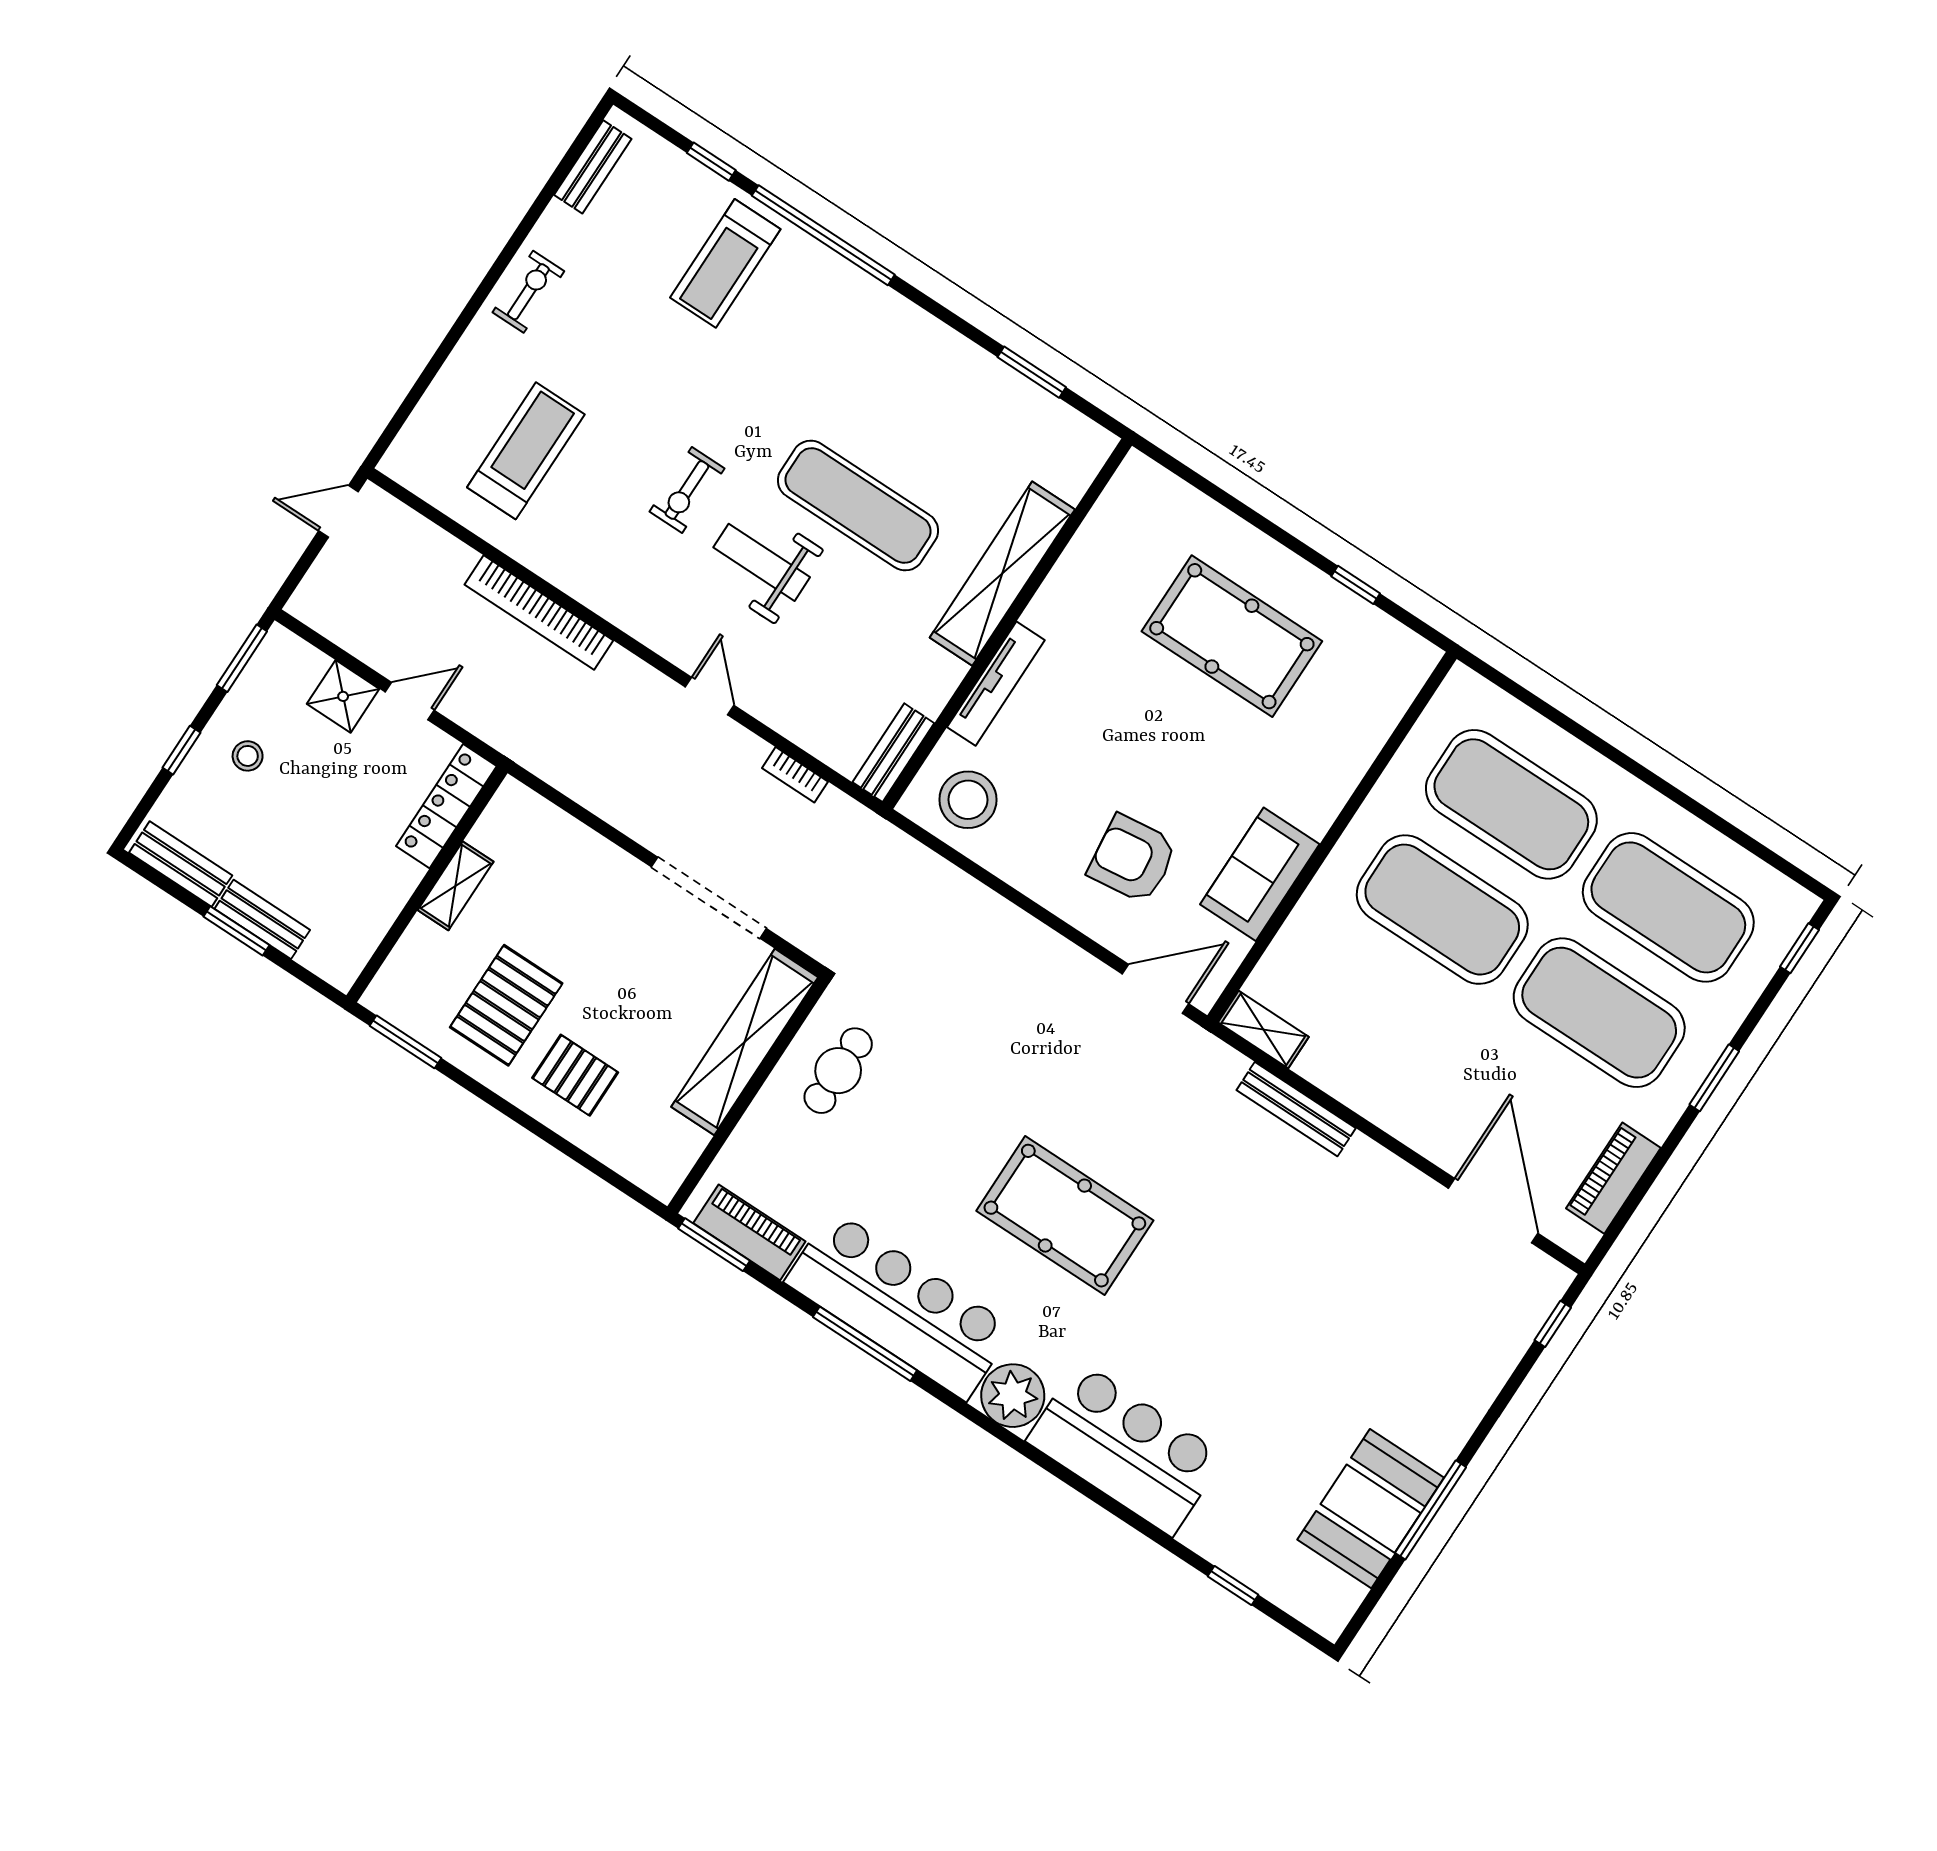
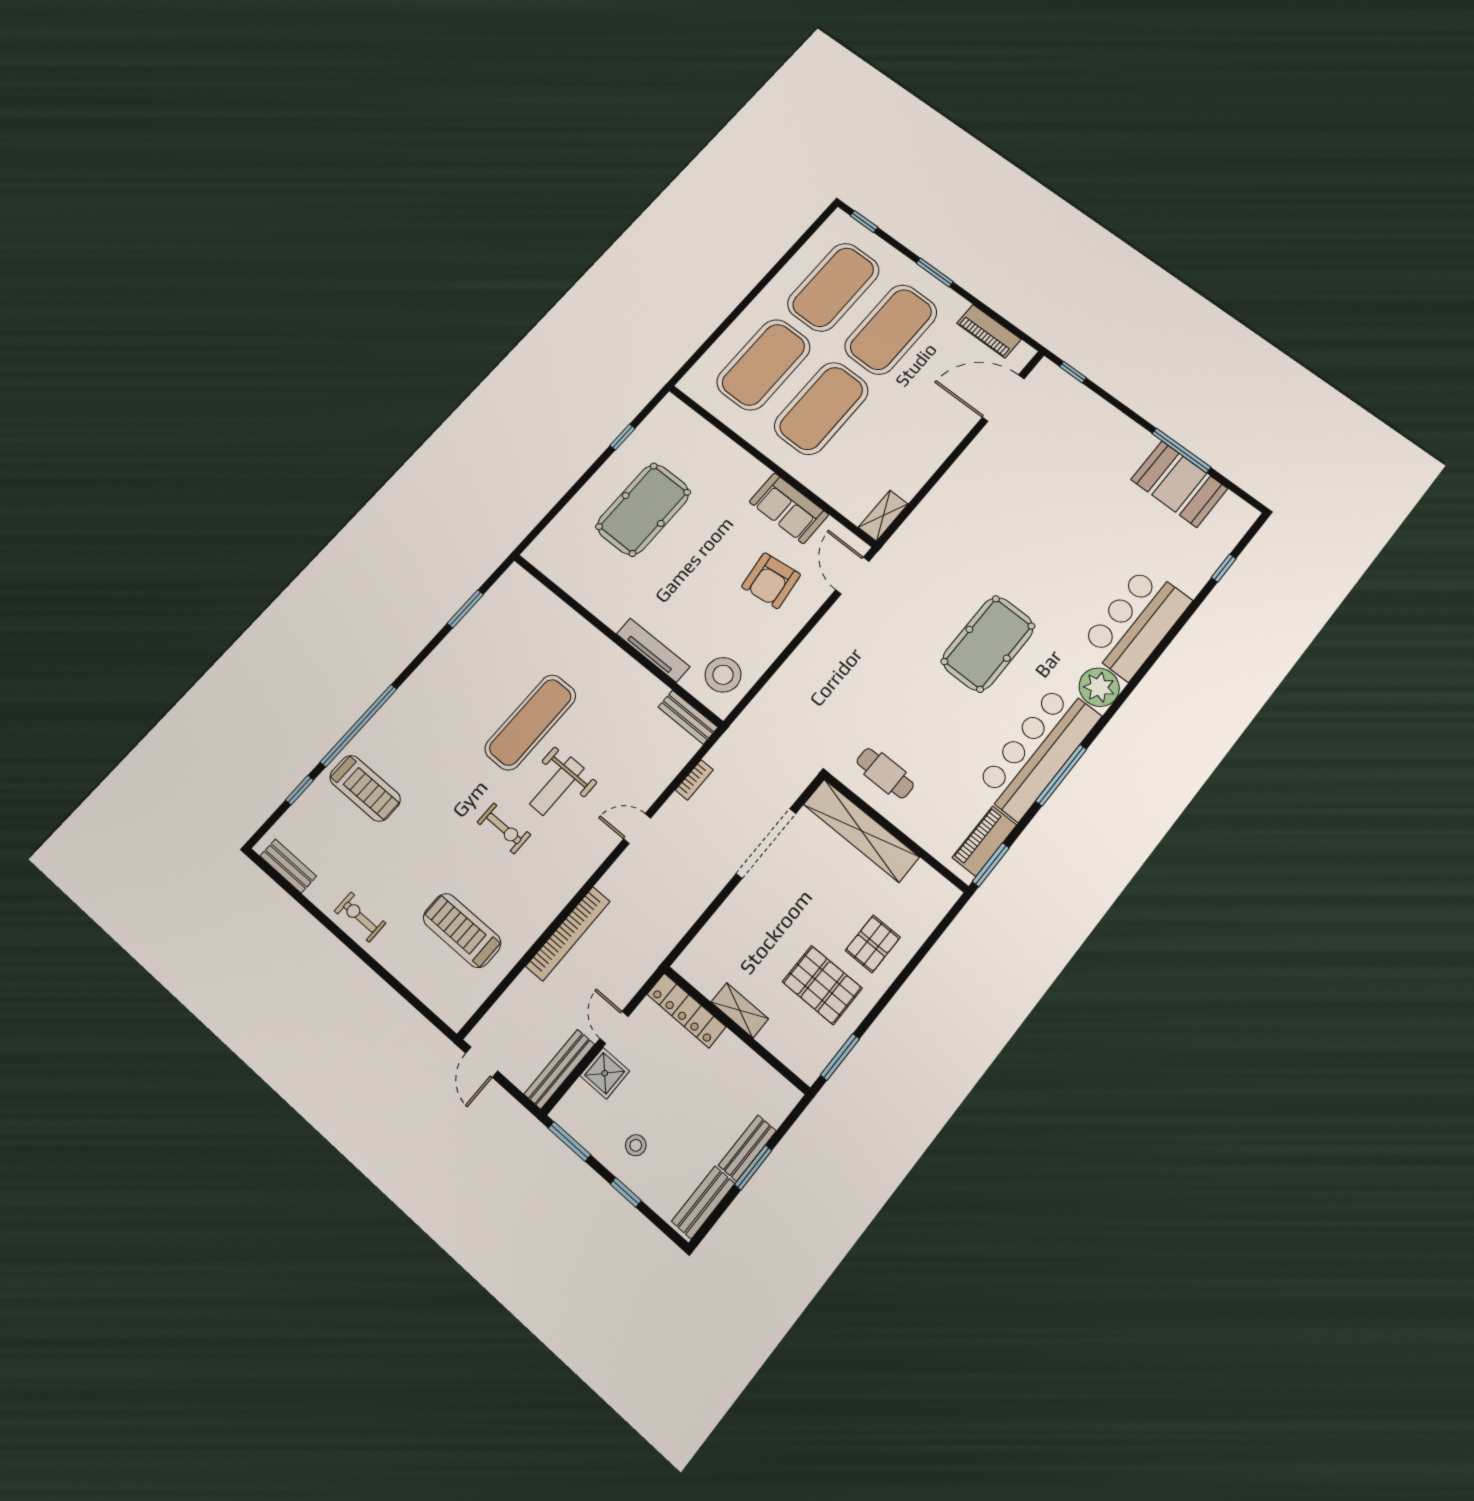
shelving: (1002, 574) -> (586, 639), removed
bench: (1296, 1109) -> (559, 1069), moved

